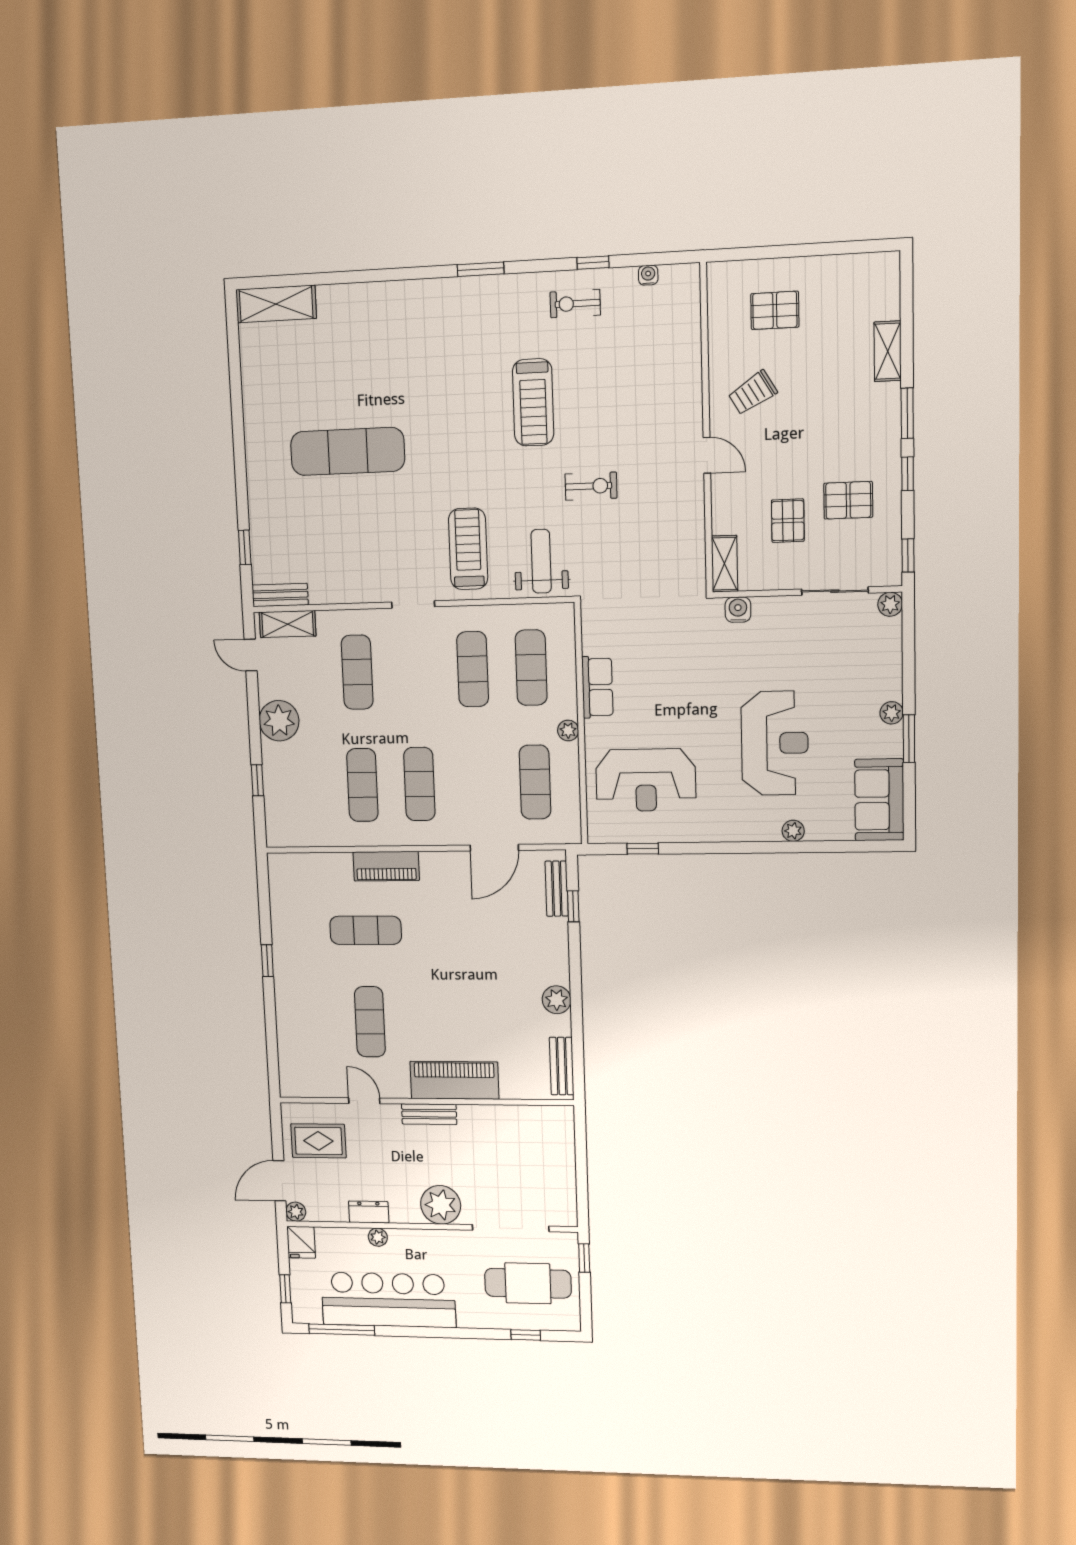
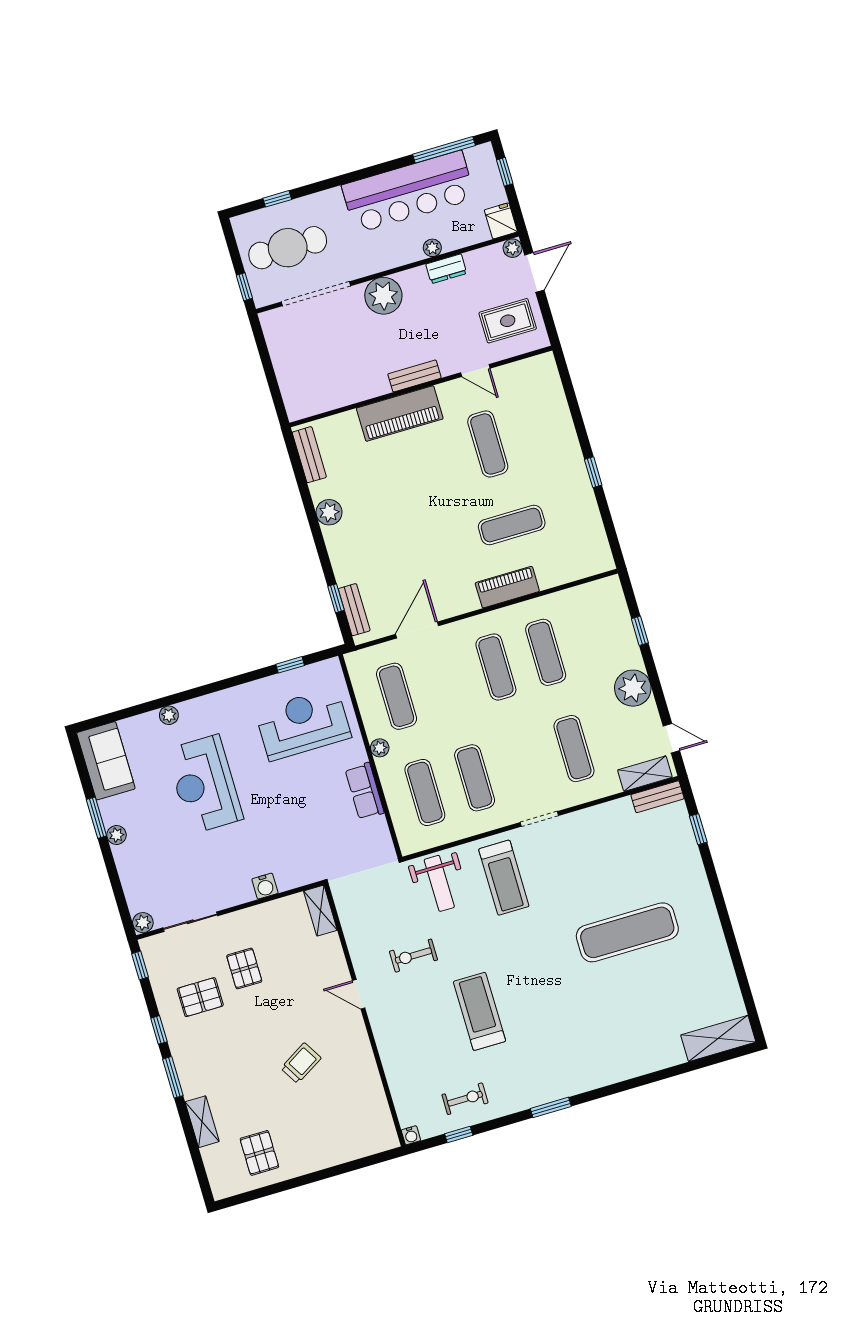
pallet: (775, 310) -> (259, 1153), moved, turned 90
wall: (706, 429) -> (365, 1015), moved
door: (707, 455) -> (359, 994), moved
shelving: (724, 564) -> (320, 911), moved

